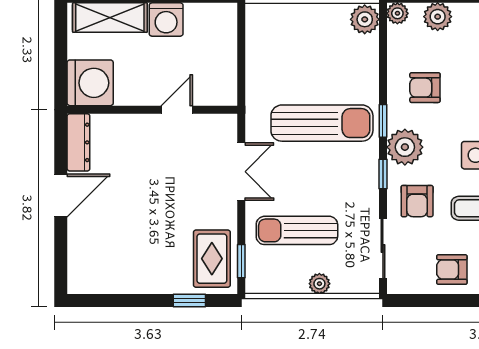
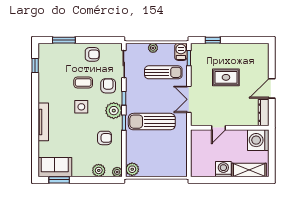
rug: (212, 259) -> (226, 77), moved, turned 90
barbecue: (259, 275) -> (181, 52), added

